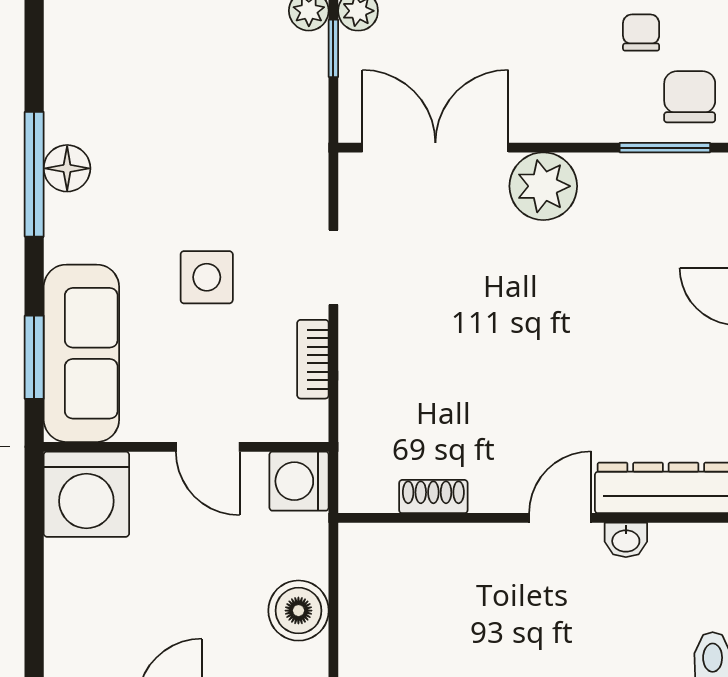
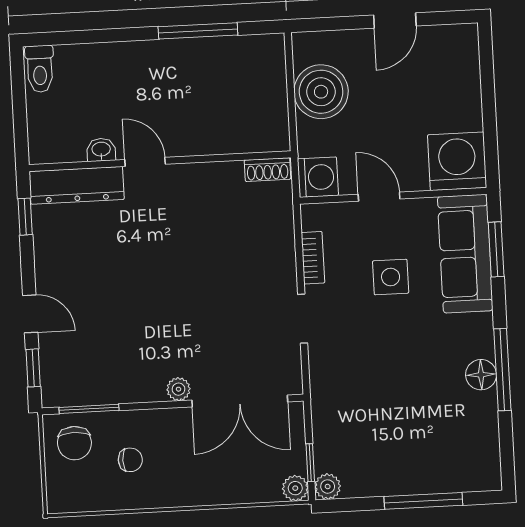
chair: (641, 33) -> (130, 460), moved, turned -90
plant: (543, 186) -> (179, 389), width x0.53, depth x0.53
side table: (207, 277) -> (391, 277), moved
shoe rack: (433, 497) -> (267, 170), moved
door: (560, 518) -> (145, 162), swing flipped
boiler: (298, 611) -> (321, 92), width x1.37, depth x1.37

